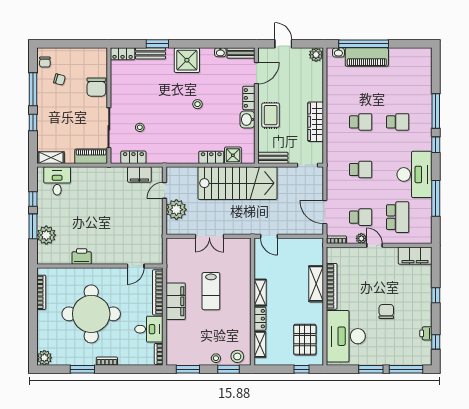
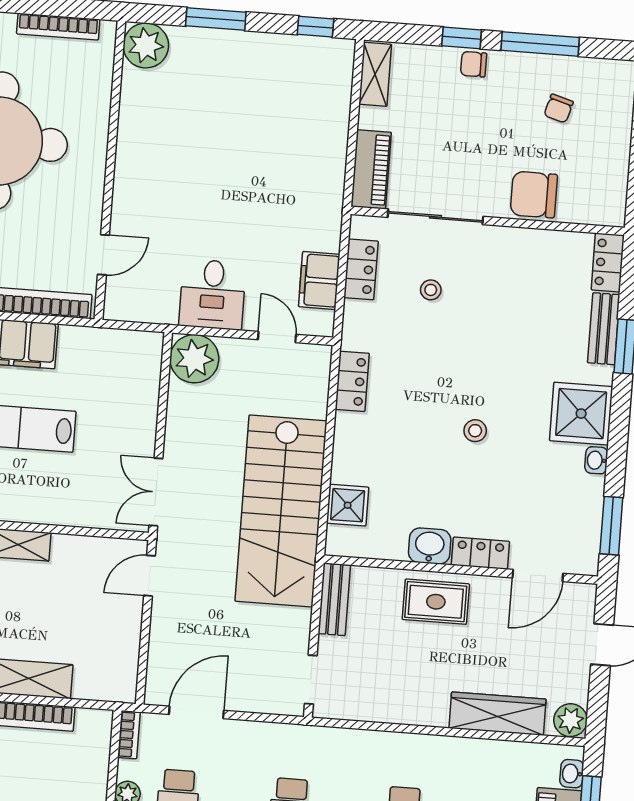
window: (233, 44) -> (611, 526), added
washbasin: (220, 52) -> (596, 460), moved
bench: (241, 53) -> (588, 543), removed
chair: (45, 62) -> (474, 64), moved
door: (256, 73) -> (538, 576), hinge flipped
wardrobe: (316, 122) -> (497, 714), moved
locker: (211, 157) -> (352, 381), moved
desk: (57, 181) -> (212, 294), moved, turned 90
window: (33, 199) -> (316, 27), moved
plant: (176, 210) -> (194, 359), moved
plant: (46, 235) -> (146, 45), moved
double door: (209, 236) -> (156, 492), moved
printer: (82, 256) -> (136, 129), removed
door: (136, 266) -> (103, 255), swing flipped

